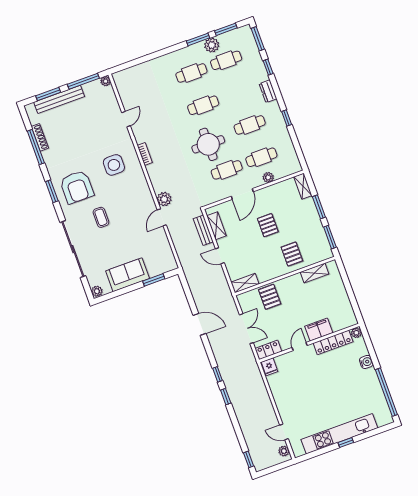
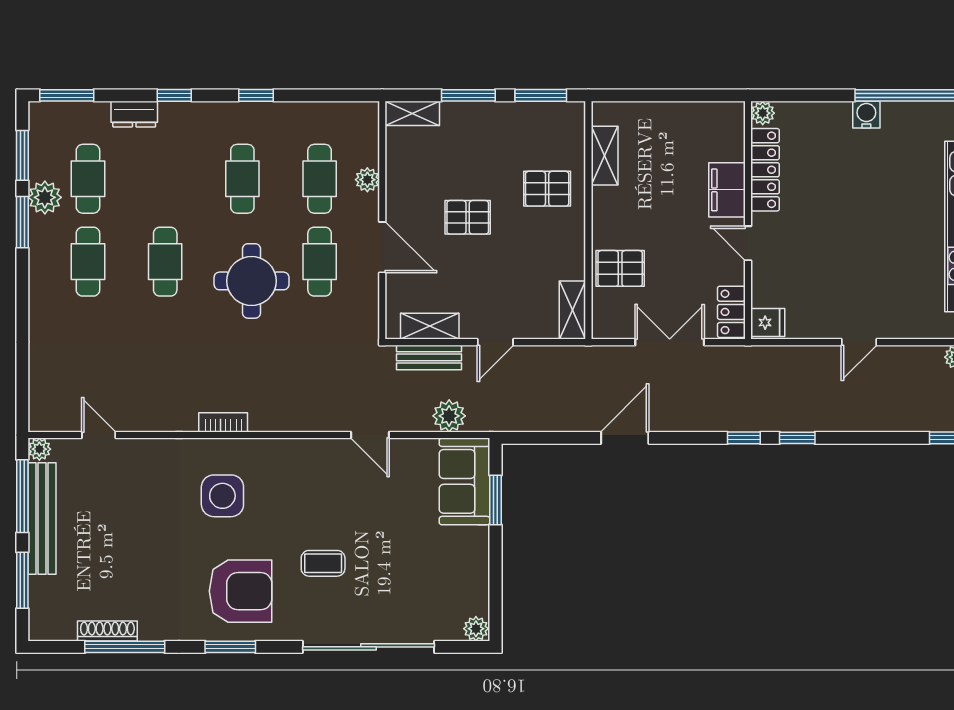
window: (268, 67) -> (174, 95), moved
dresser: (268, 91) -> (134, 114), moved
bench: (59, 99) -> (42, 519), moved
door: (126, 119) -> (99, 435), moved
plant: (164, 199) -> (449, 416), moved
sofa: (128, 275) -> (465, 481), moved
water cooler: (366, 362) -> (866, 115), moved
door: (284, 432) -> (859, 342), moved

